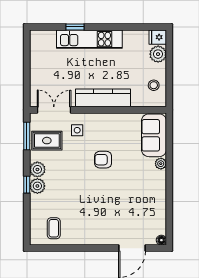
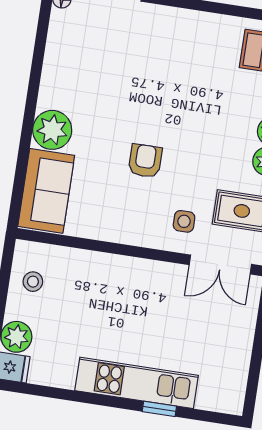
kitchen counter: (103, 98) -> (128, 273), removed
armchair: (103, 160) -> (145, 161), turned -90
plant: (161, 164) -> (52, 130), width x1.88, depth x1.88

